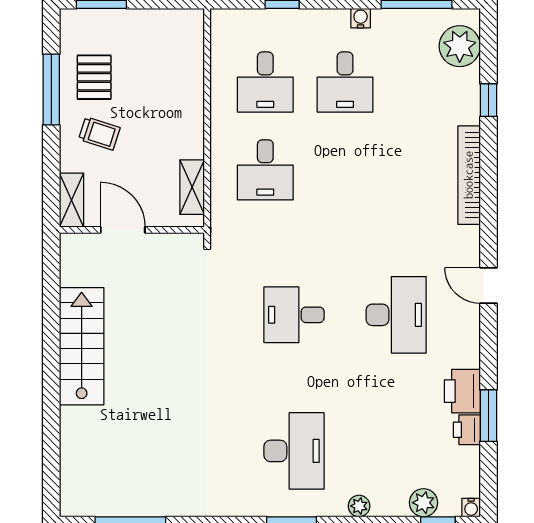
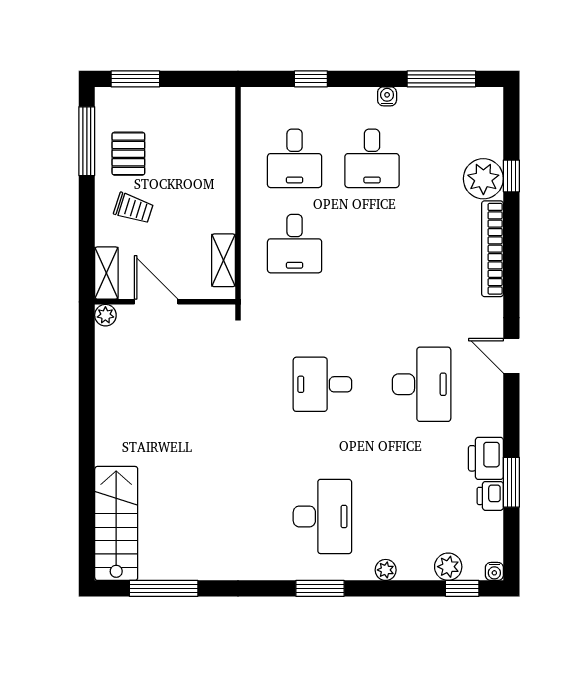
plant: (460, 46) -> (483, 179), moved
window: (51, 90) -> (87, 141), moved
plant: (71, 244) -> (105, 315), added
stairs: (82, 346) -> (116, 523), moved

